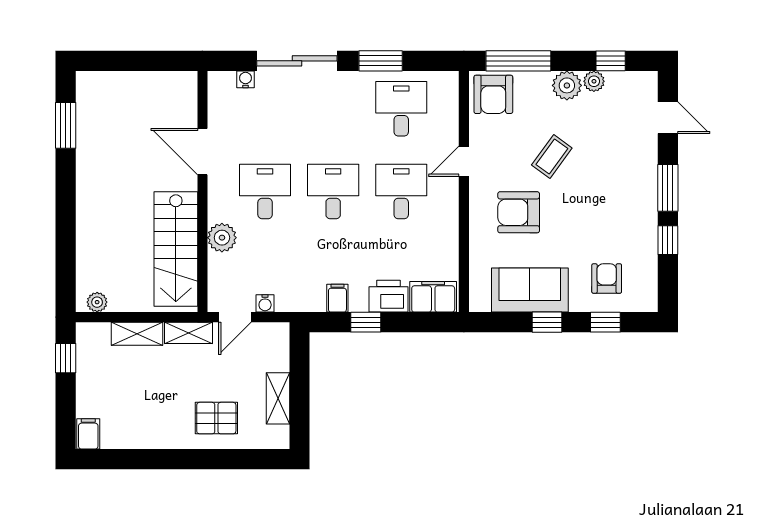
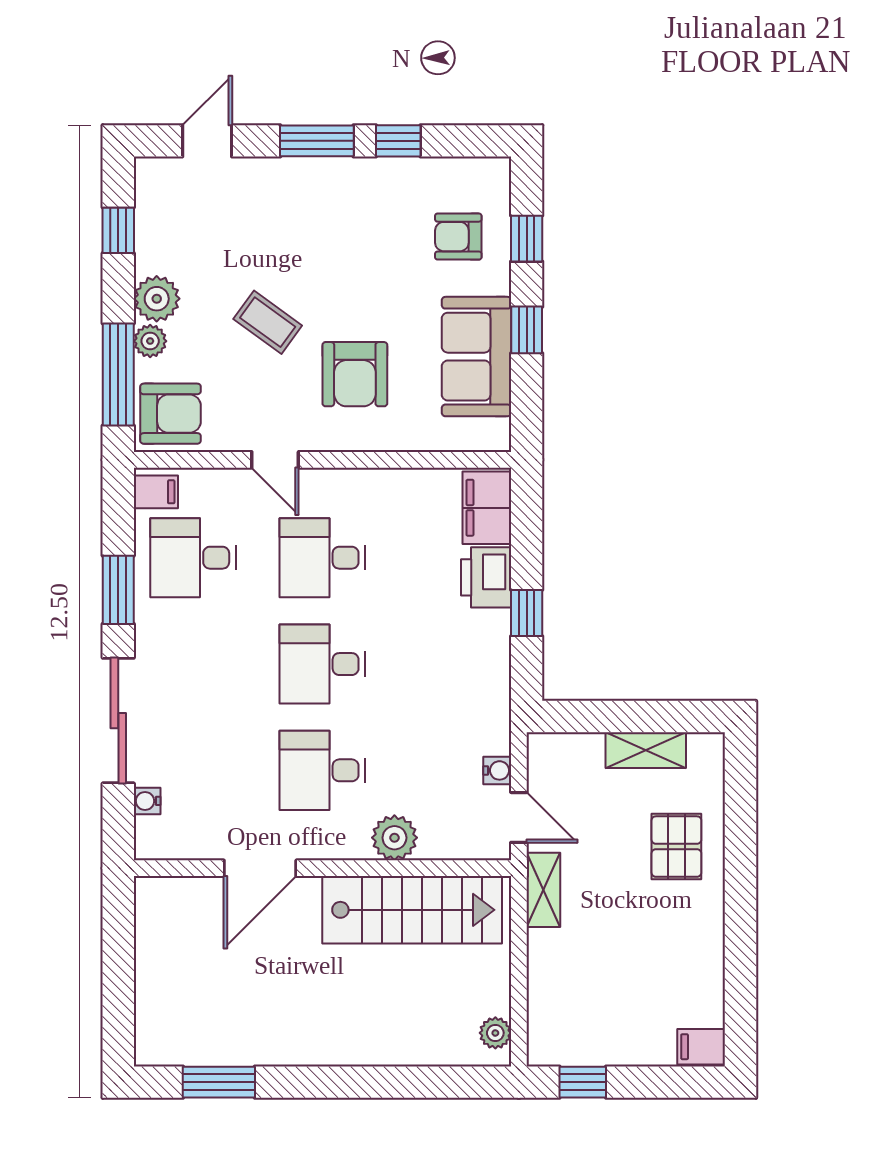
plant: (594, 81) -> (150, 341), moved
filing cabinet: (337, 298) -> (156, 492), moved, turned 180
shelving: (137, 334) -> (545, 970), removed

